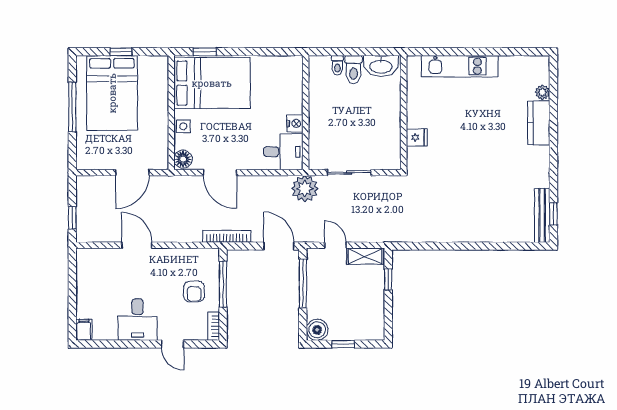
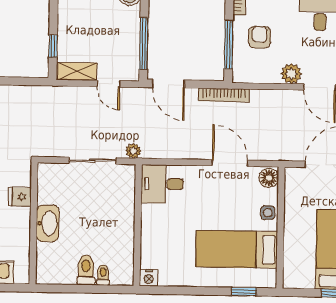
washbasin: (381, 66) -> (48, 223), moved, turned 90
bed: (212, 83) -> (237, 249), width x0.67
nightstand: (295, 123) -> (149, 278), moved, turned -90
plant: (305, 189) -> (133, 151), width x0.53, depth x0.53
plant: (164, 258) -> (291, 74), added

